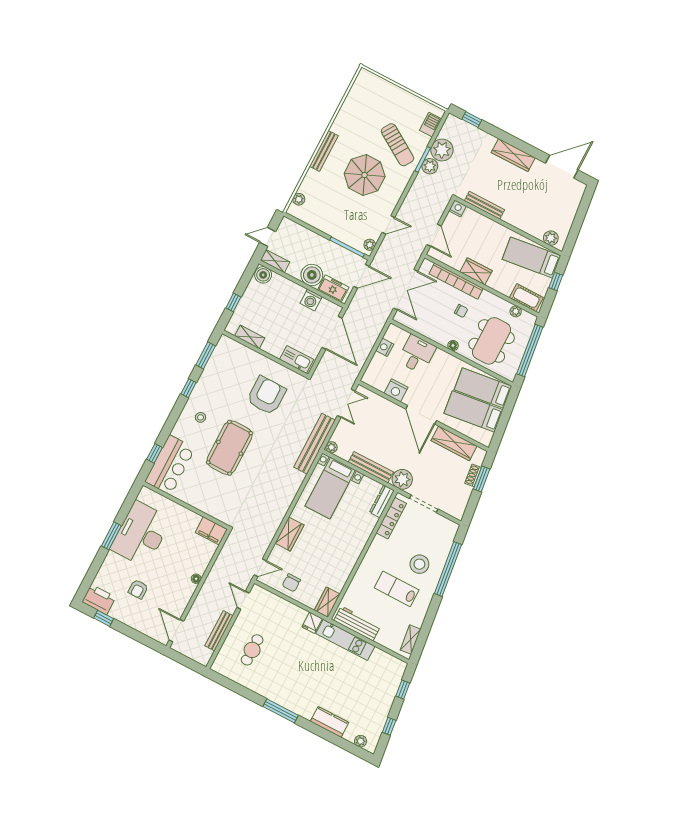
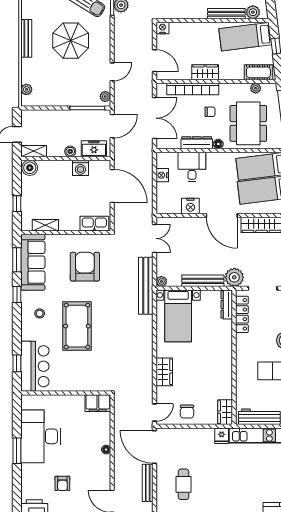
bench: (484, 205) -> (226, 14), moved
boiler: (312, 275) -> (70, 151), width x0.54, depth x0.54
dresser: (433, 334) -> (197, 143), added
sofa: (219, 366) -> (33, 262), added
door: (243, 600) -> (155, 447), width x1.88

